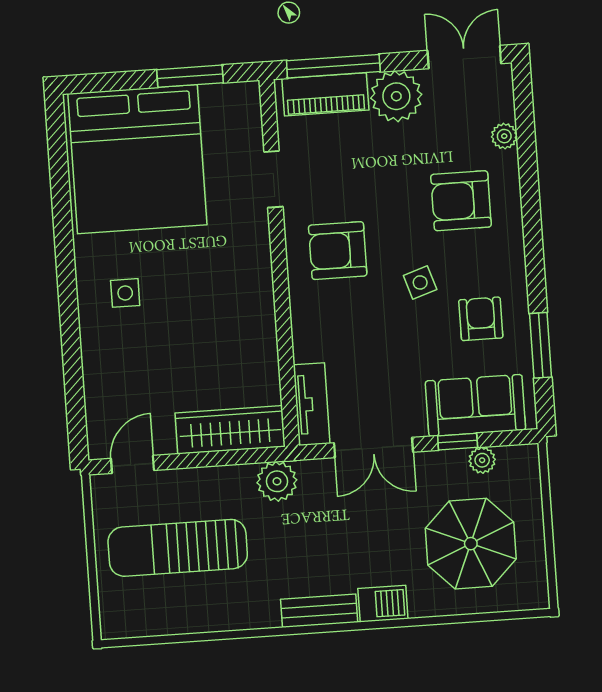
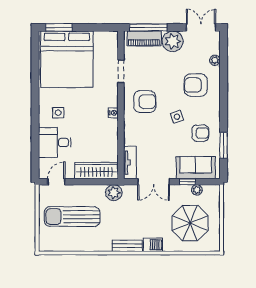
window: (190, 76) -> (59, 27), moved
armchair: (338, 251) -> (145, 102), turned 180
nightstand: (262, 284) -> (113, 113), added
armchair: (481, 319) -> (200, 133), turned 90
desk: (122, 367) -> (55, 142), added

